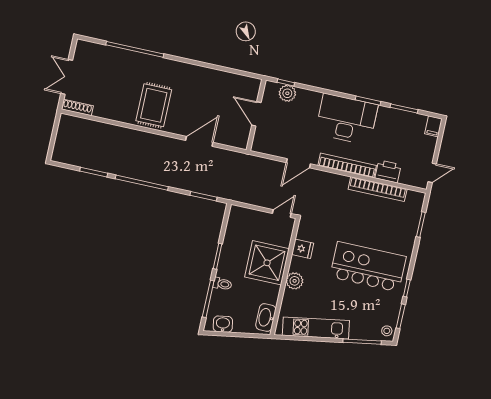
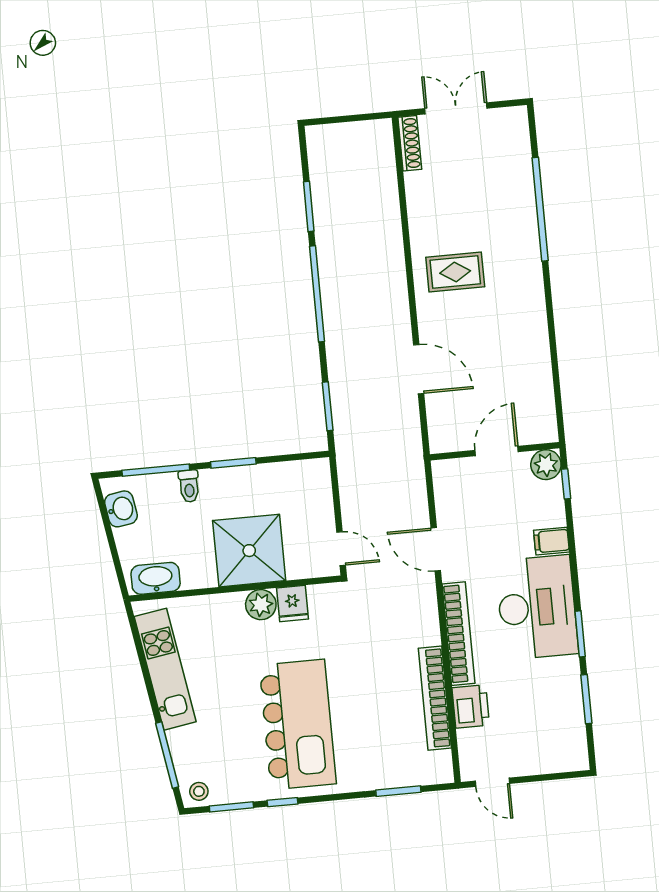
plant: (287, 93) -> (546, 465), moved
rug: (154, 105) -> (455, 272), width x0.73, depth x0.70
filing cabinet: (433, 126) -> (551, 541), moved
plant: (295, 281) -> (261, 605), moved

